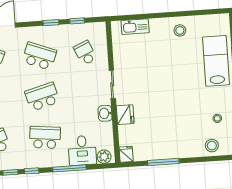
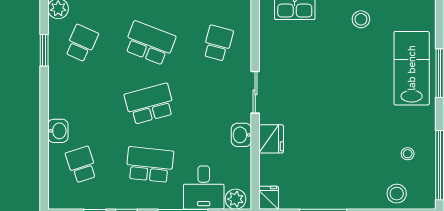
school desk: (85, 53) -> (218, 43), turned 39

